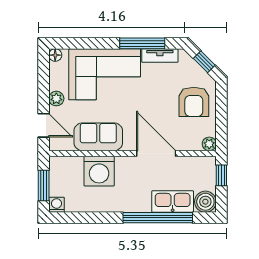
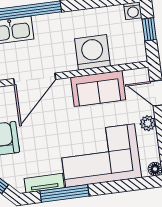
door: (156, 153) -> (35, 79), hinge flipped
window: (44, 186) -> (149, 29), width x0.67

